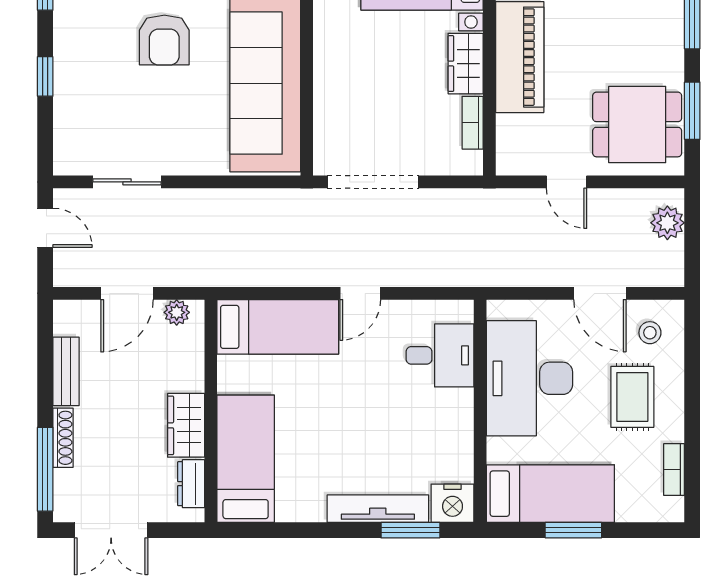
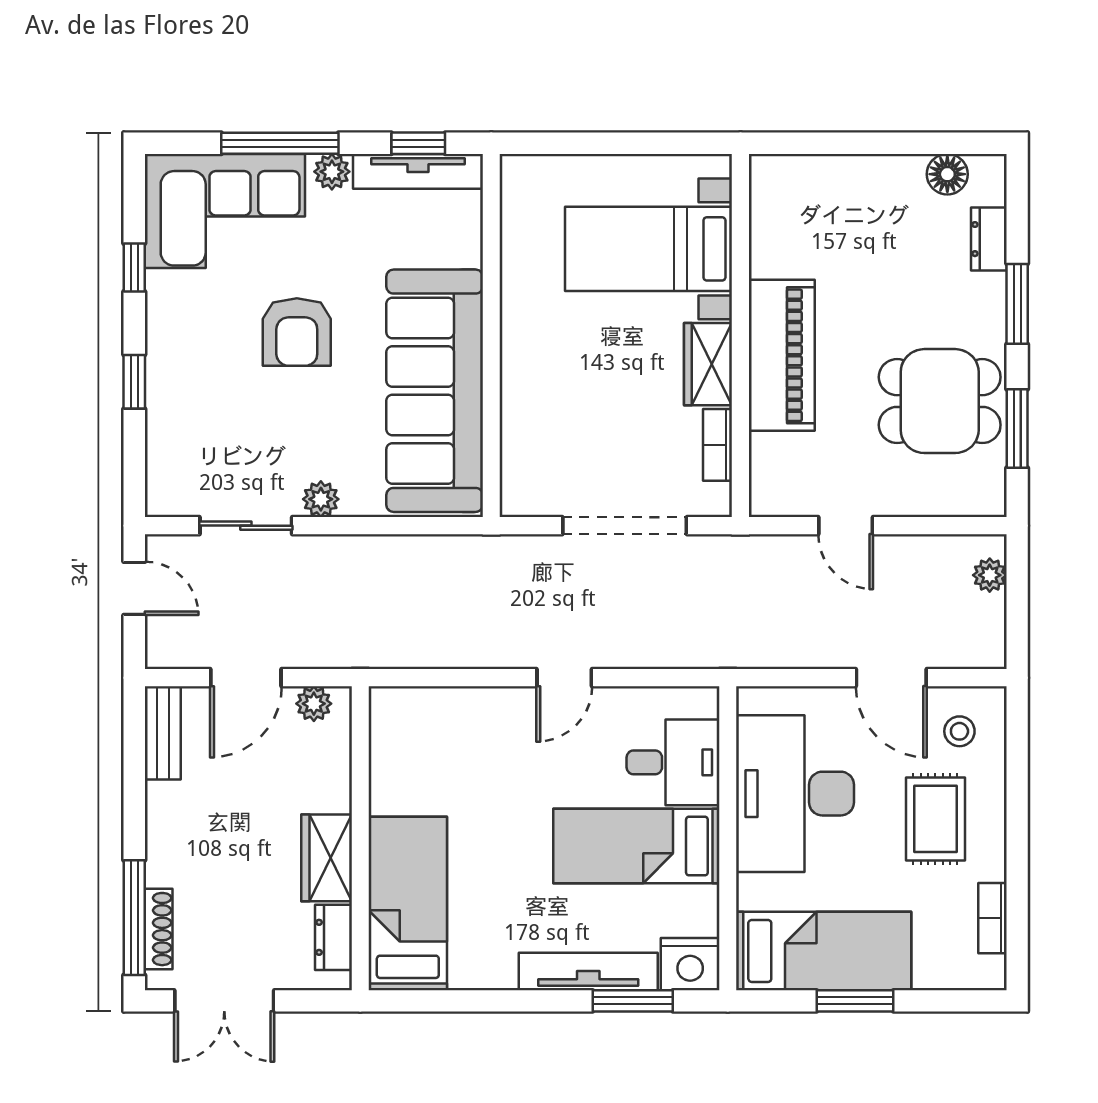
dining table: (637, 124) -> (940, 401), moved
plant: (182, 163) -> (321, 499), added
doorway: (373, 182) -> (625, 526), moved
plant: (667, 223) -> (990, 575), width x0.73, depth x0.73
bed: (278, 327) -> (636, 846), moved, turned 180
bench: (66, 371) -> (163, 733), moved
shoe rack: (63, 438) -> (159, 929), moved

